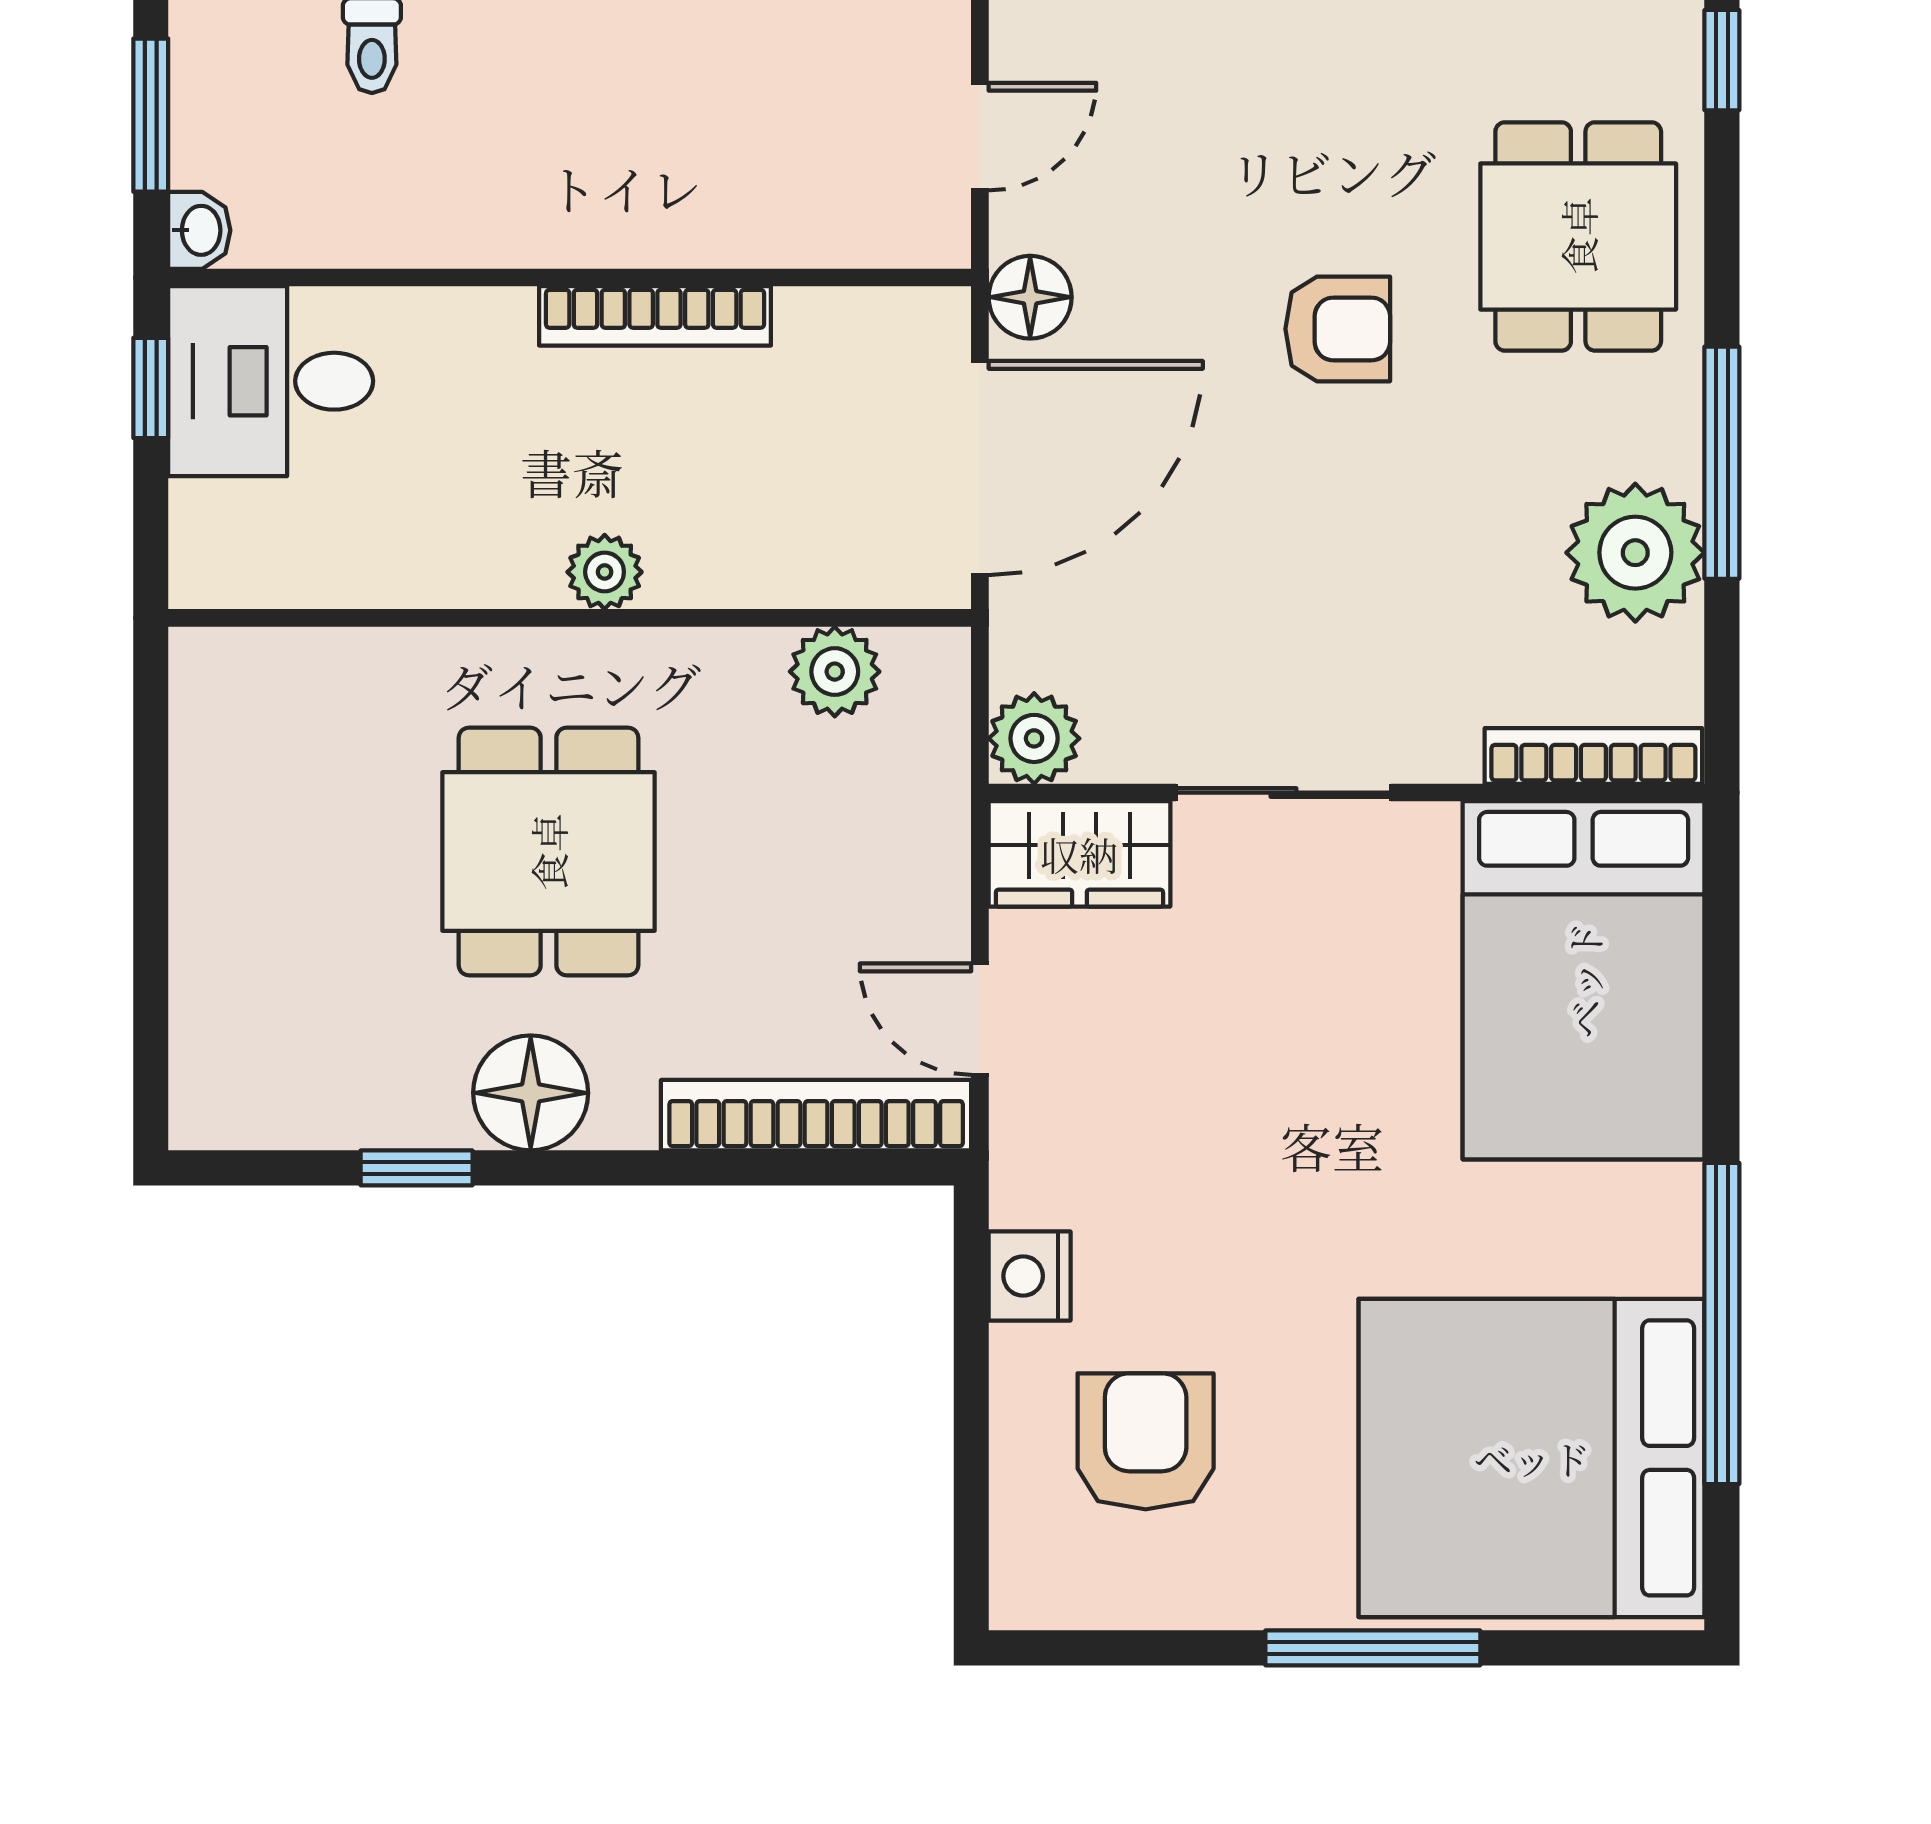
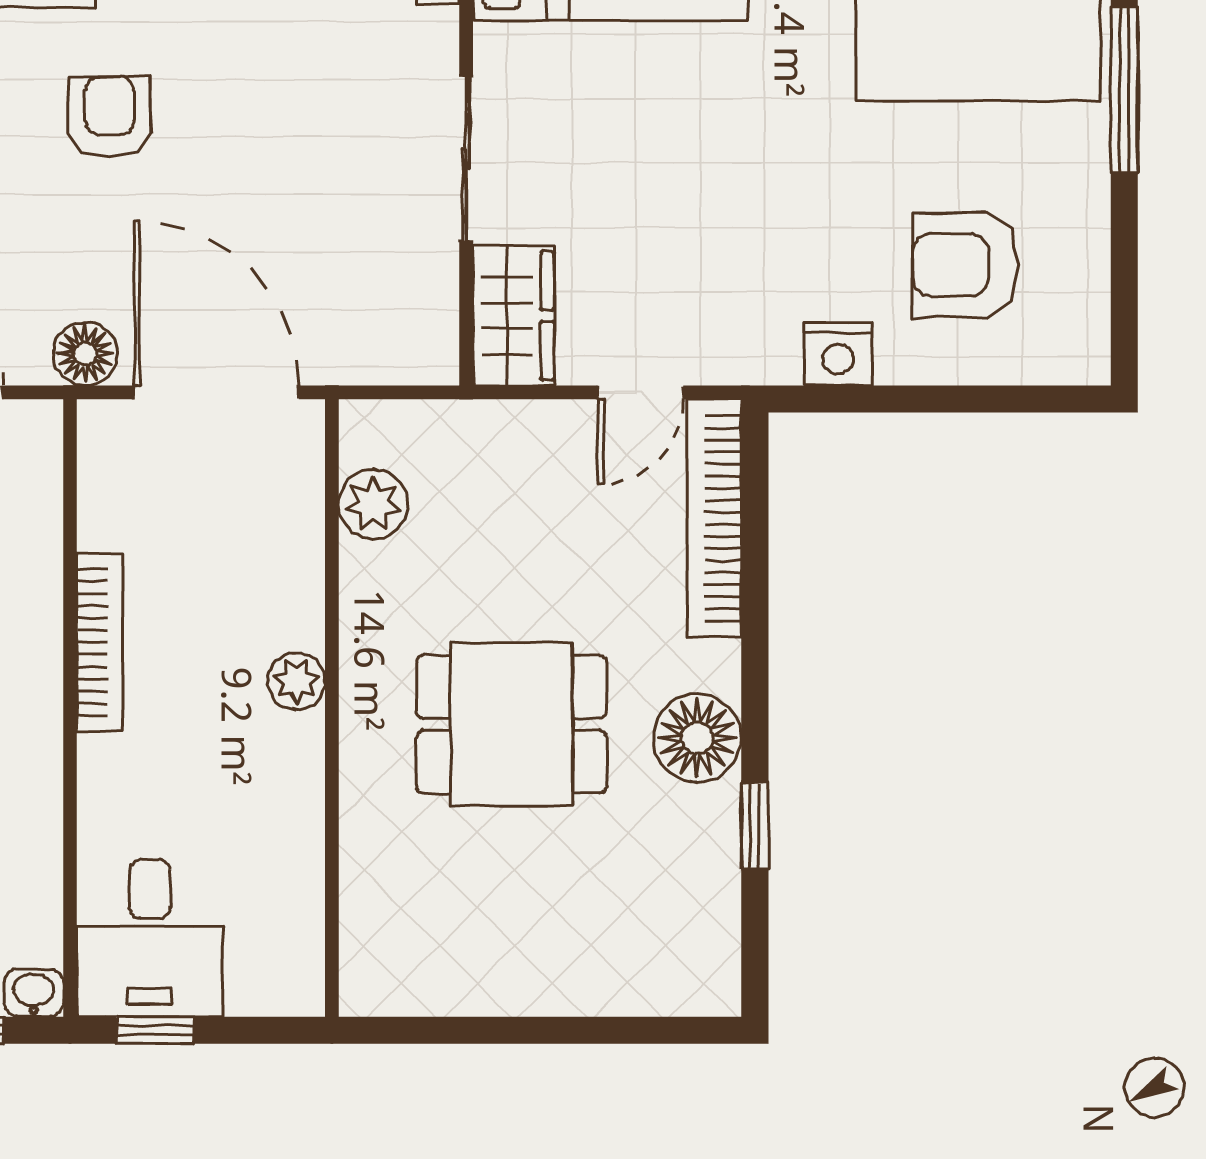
plant: (1034, 738) -> (425, 351), removed

